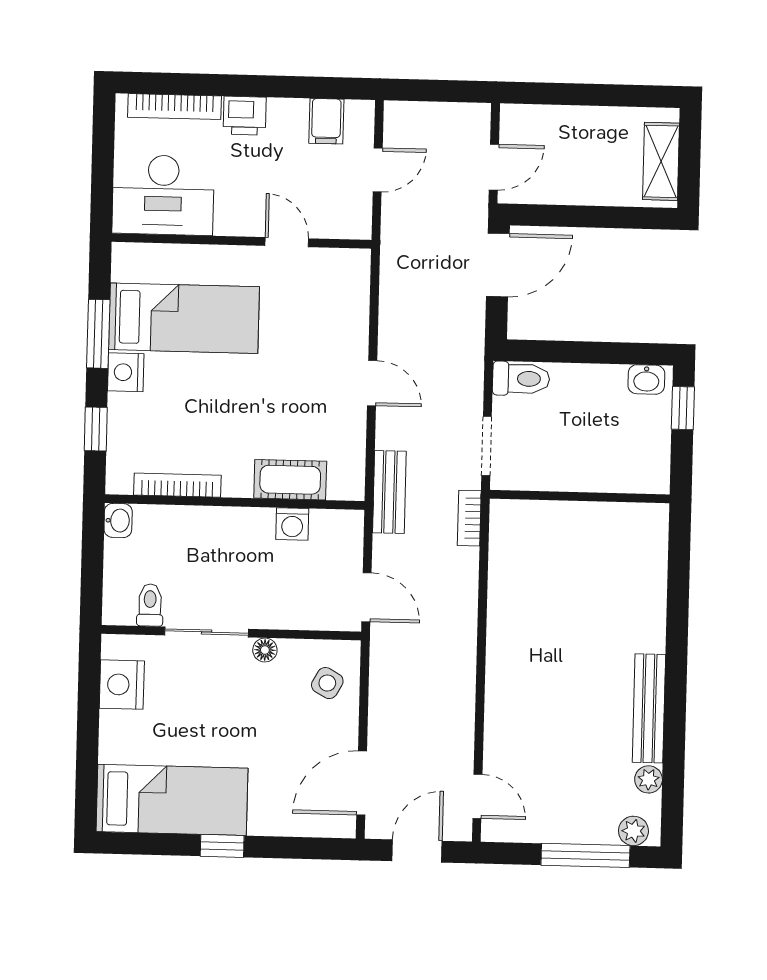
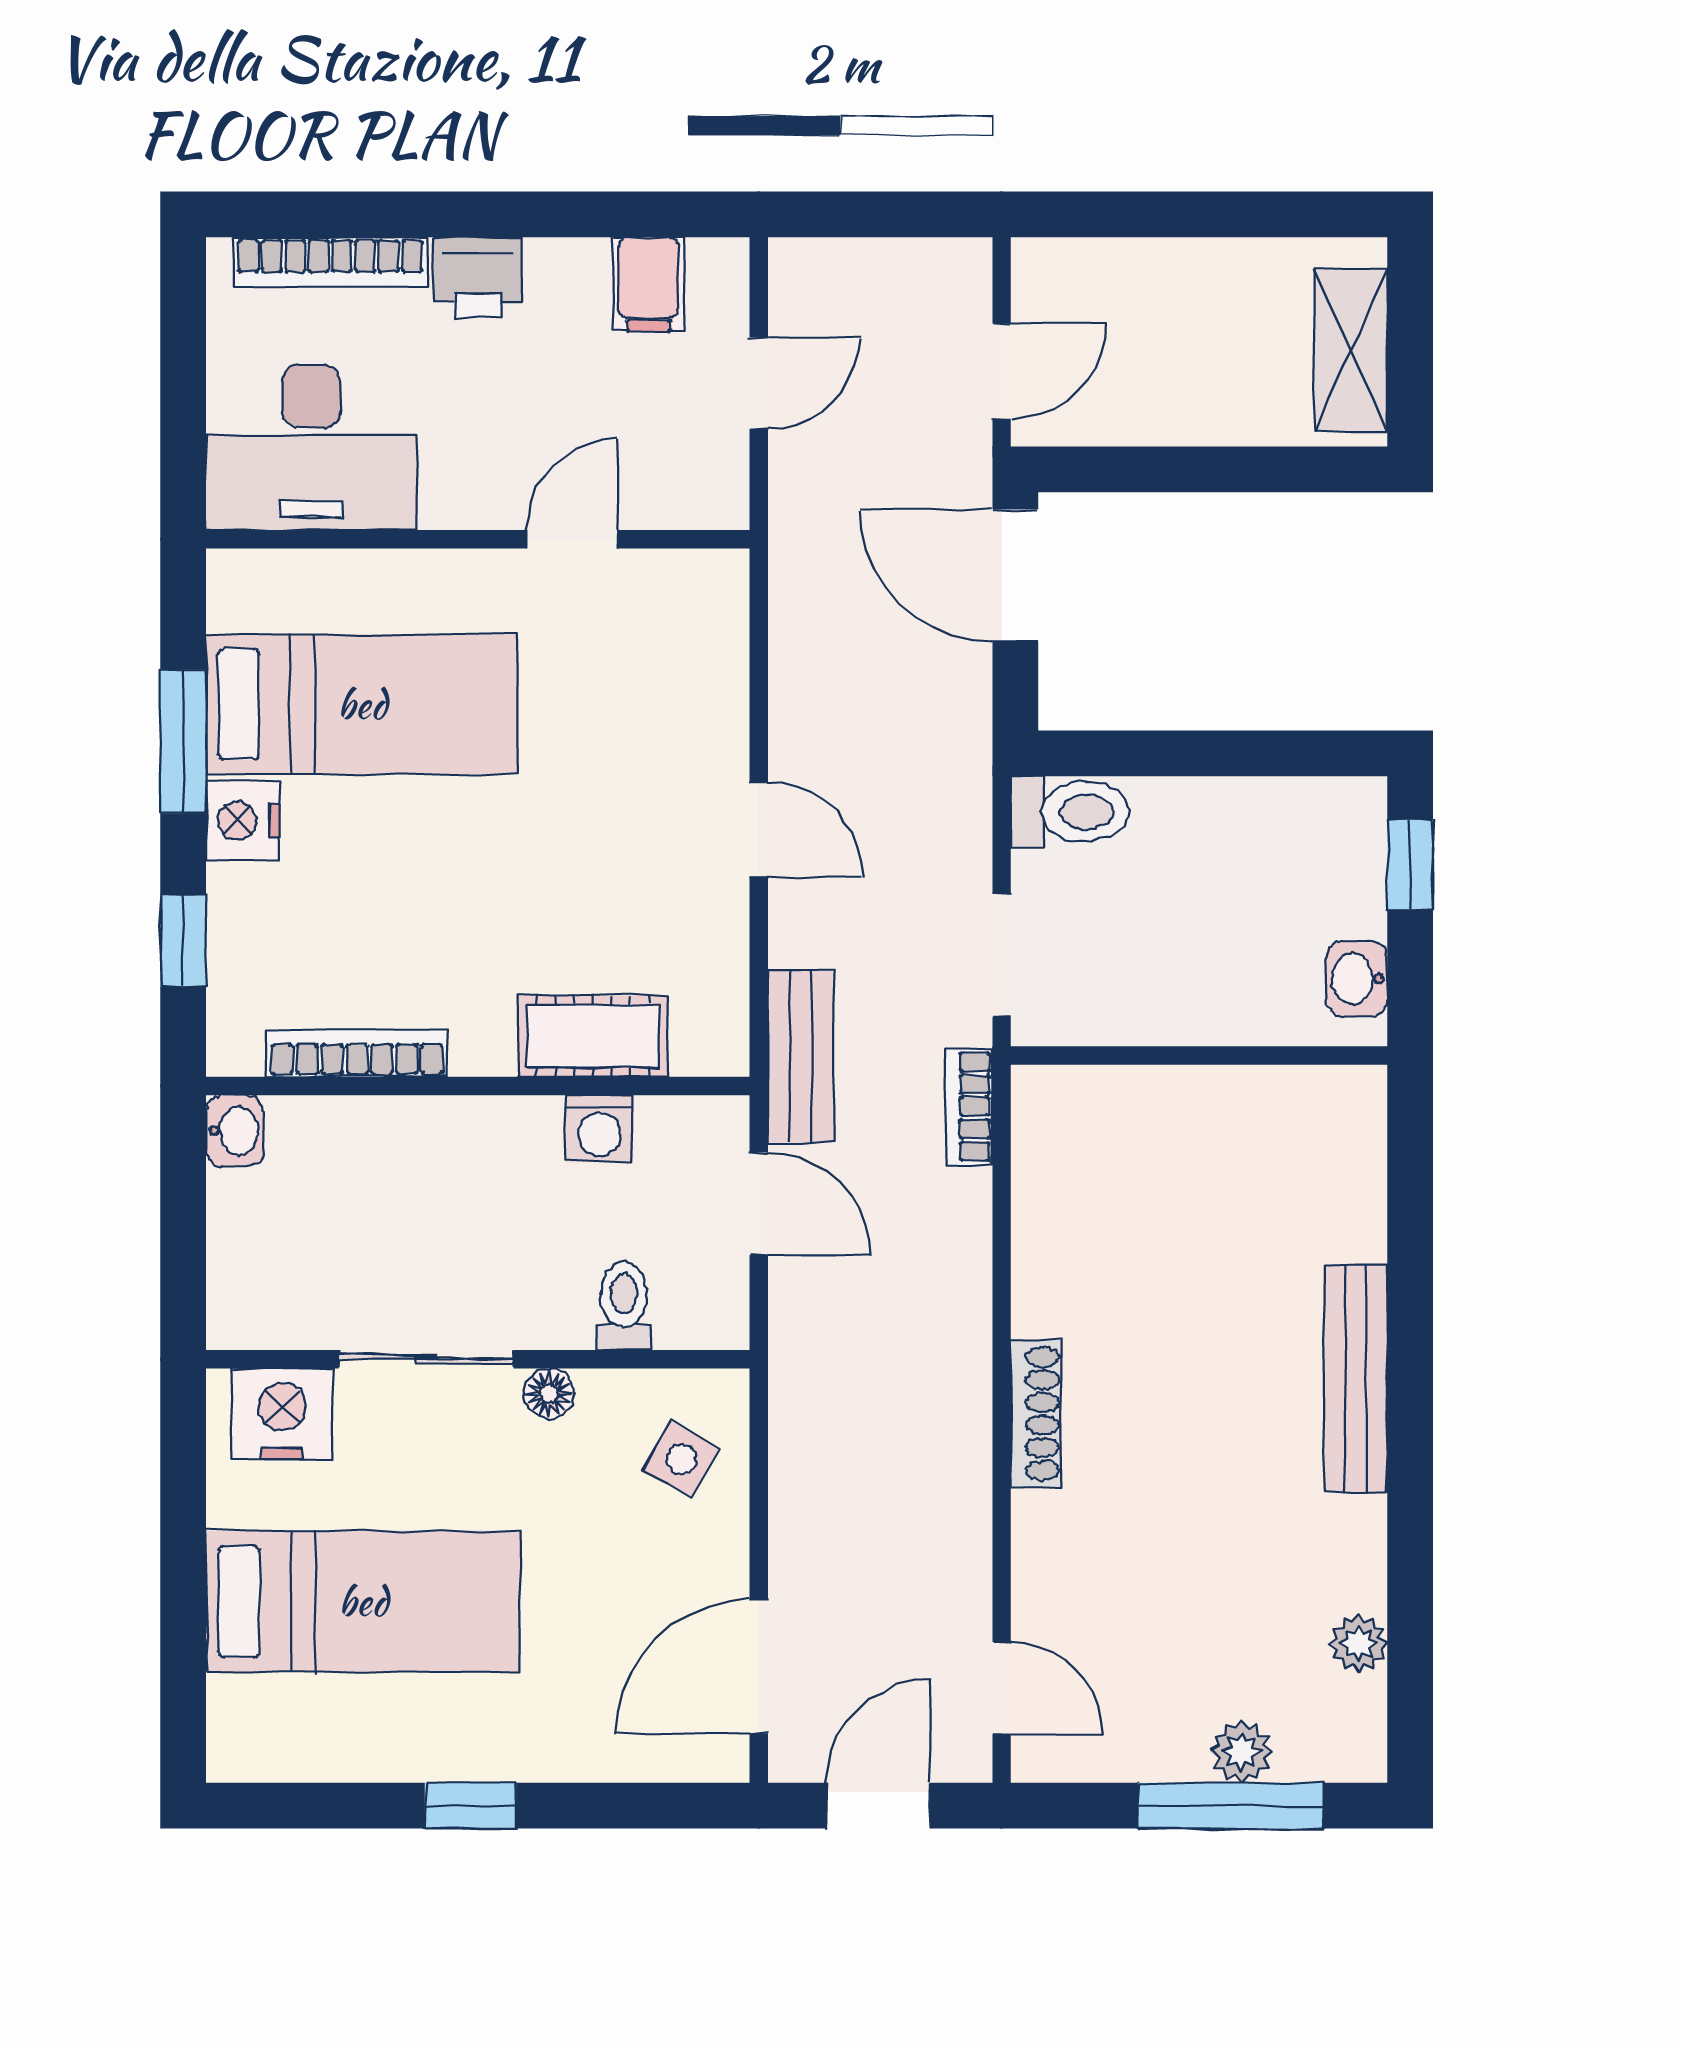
door: (287, 242) -> (572, 539), hinge flipped
door: (498, 265) -> (1015, 576), swing flipped
washbasin: (646, 379) -> (1357, 979), moved, turned 90
door: (366, 597) -> (759, 1204), moved
toilet: (150, 605) -> (624, 1306), moved
shoe rack: (497, 666) -> (1036, 1414), added
nightstand: (122, 685) -> (282, 1414), moved, turned 90
bench: (649, 708) -> (1355, 1378), moved
bed: (172, 800) -> (363, 1601), moved
plant: (633, 831) -> (1241, 1752), moved

